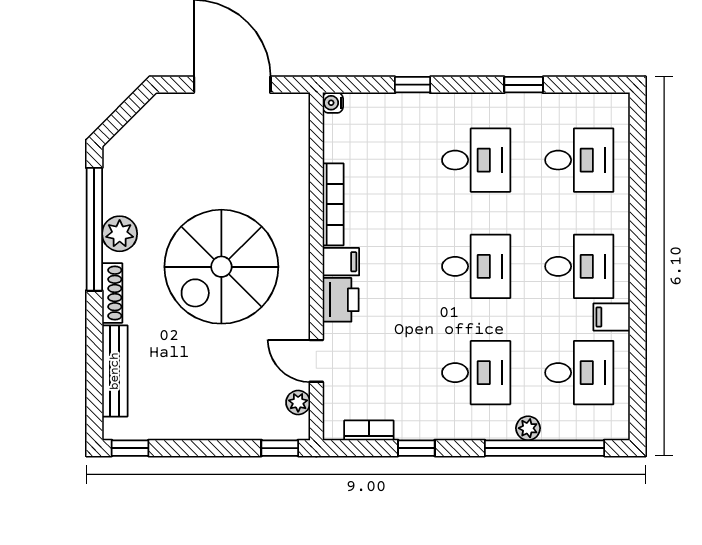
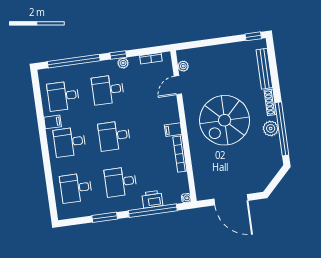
window: (413, 85) -> (153, 211), width x3.17
window: (524, 85) -> (105, 217), width x1.50
spiral stairs: (221, 267) -> (225, 120), turned 180
printer: (341, 300) -> (152, 199), moved, turned 90
door: (316, 361) -> (178, 85), swing flipped
plant: (528, 428) -> (123, 63), moved
window: (280, 448) -> (188, 45), removed
window: (416, 448) -> (118, 55), moved

